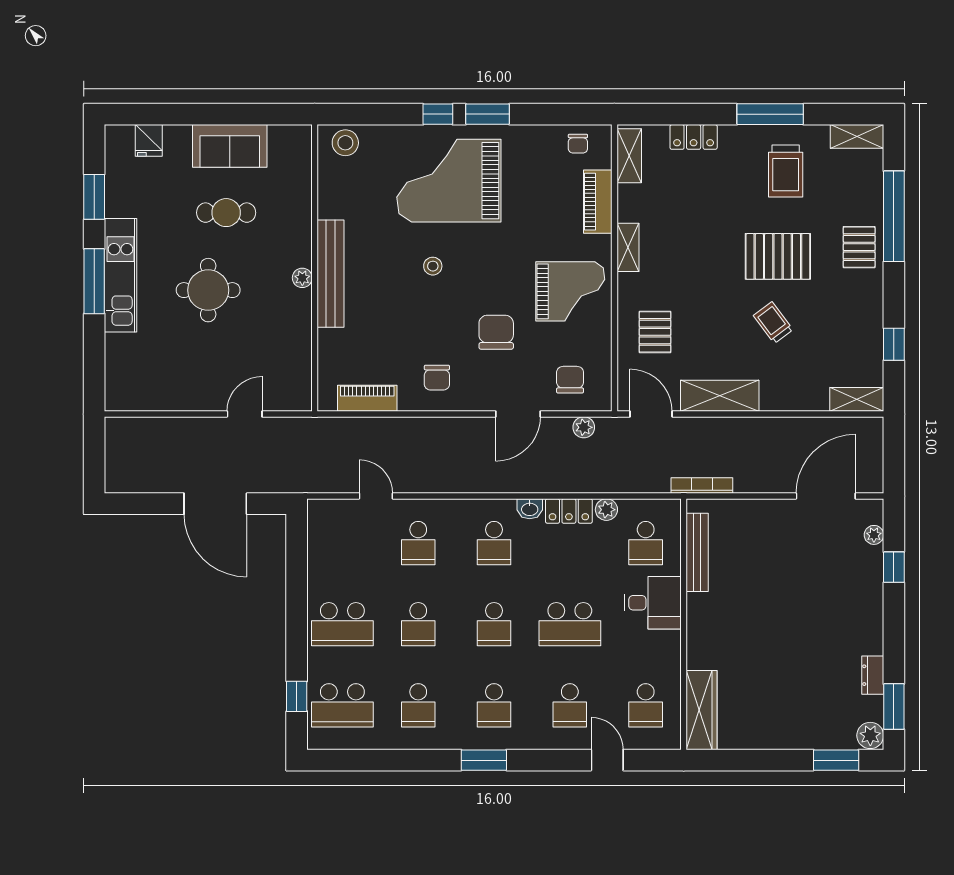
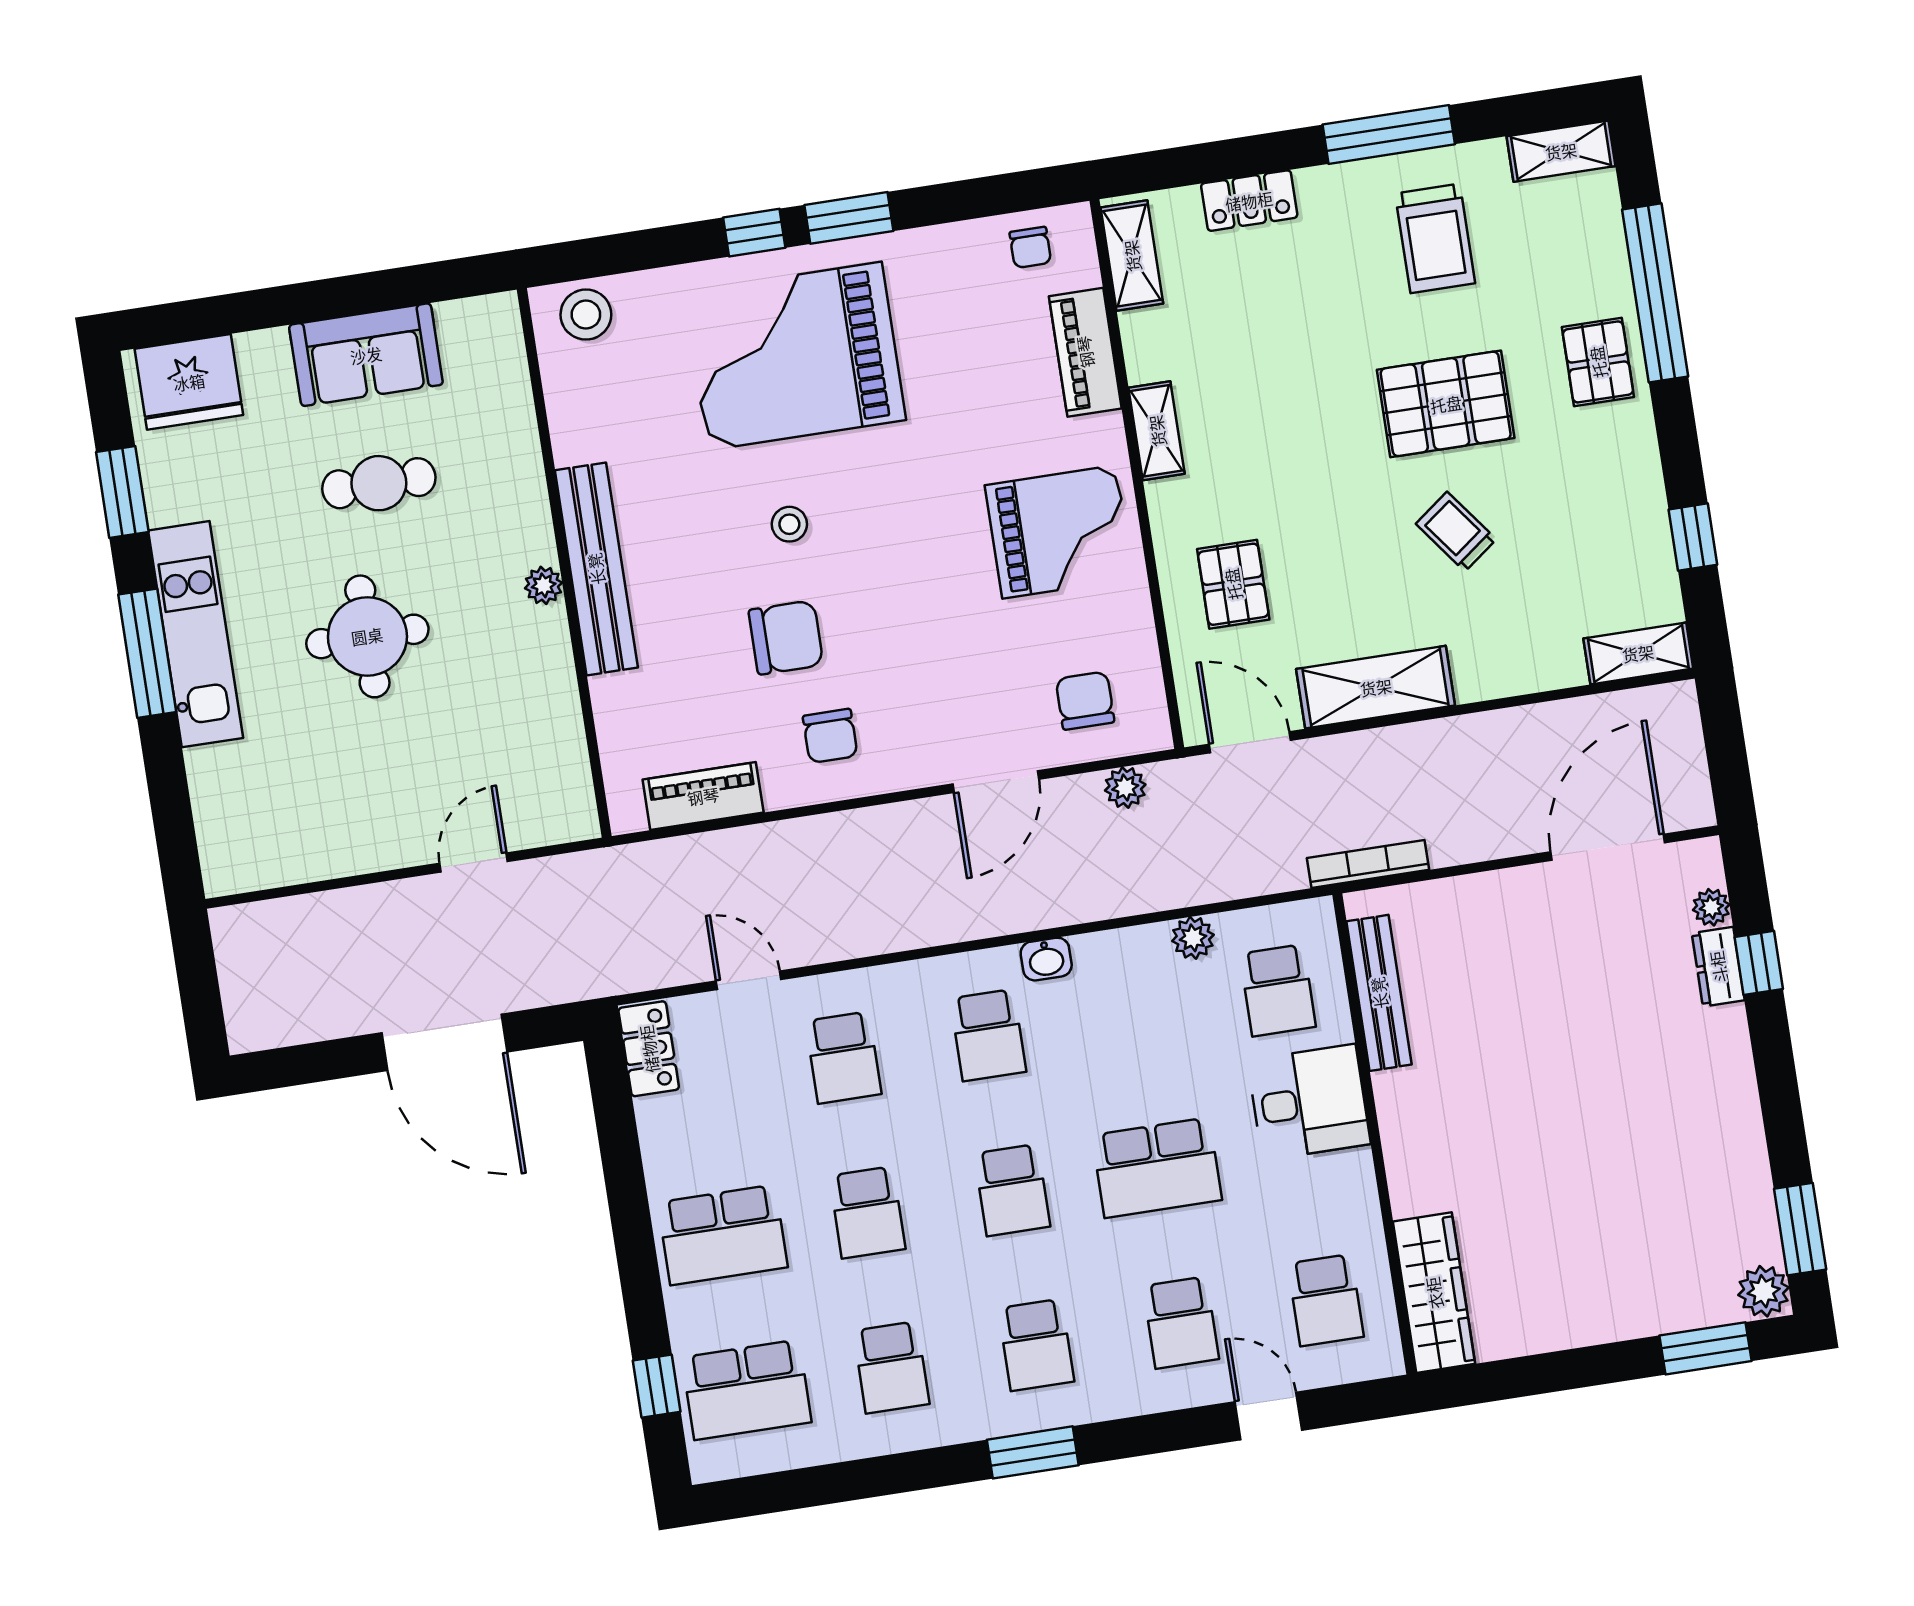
fridge: (149, 140) -> (189, 382), width x1.88, depth x1.34
chair: (496, 332) -> (786, 637), moved, turned 90
locker: (569, 511) -> (649, 1049), moved, turned -90
dresser: (873, 675) -> (1718, 967), moved

